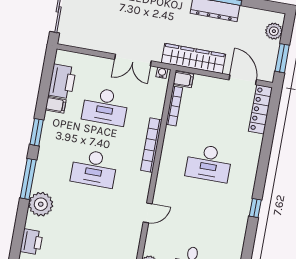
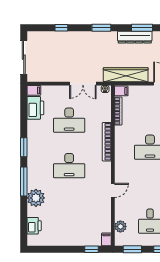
filing cabinet: (56, 105) -> (34, 90), moved

